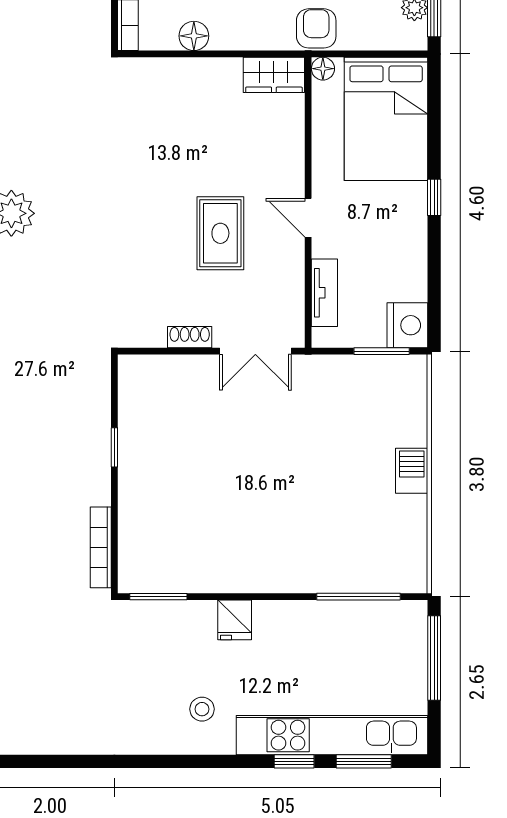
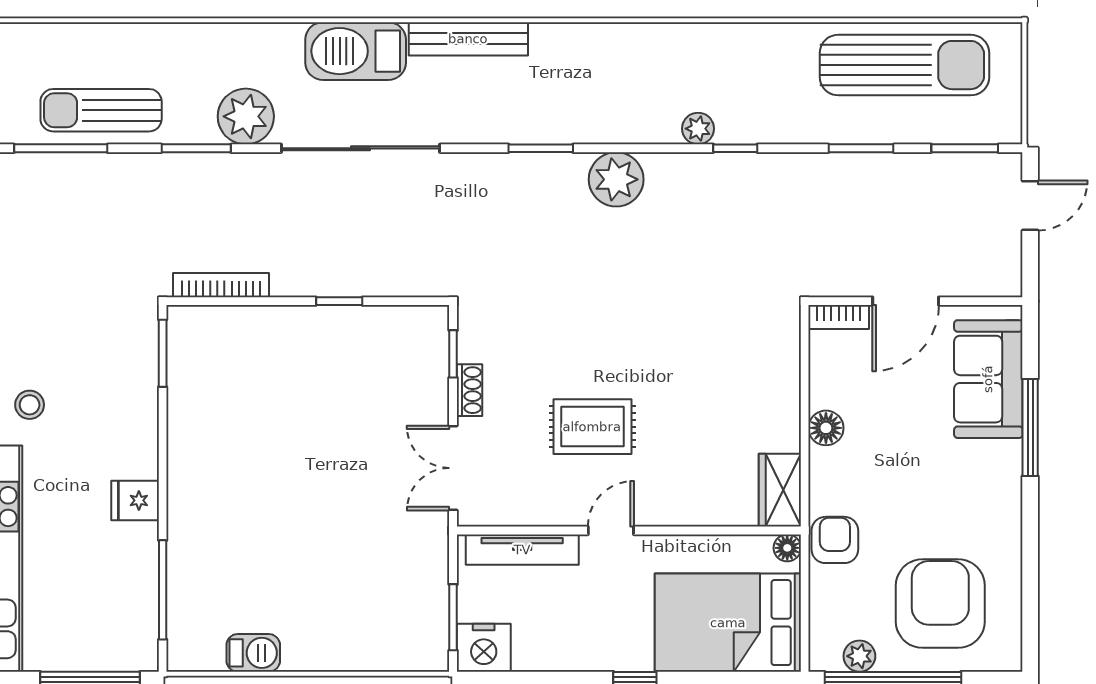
armchair: (316, 28) -> (835, 540), turned -90
floor lamp: (194, 36) -> (826, 428), moved
tv unit: (324, 293) -> (522, 550), width x1.41
window: (159, 351) -> (453, 354), added
barbecue: (412, 471) -> (253, 653), moved
fridge: (235, 620) -> (135, 500), moved

